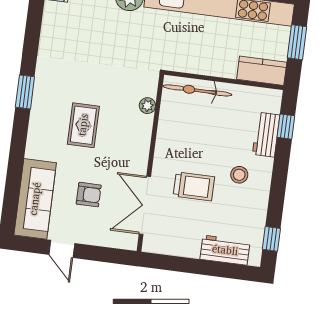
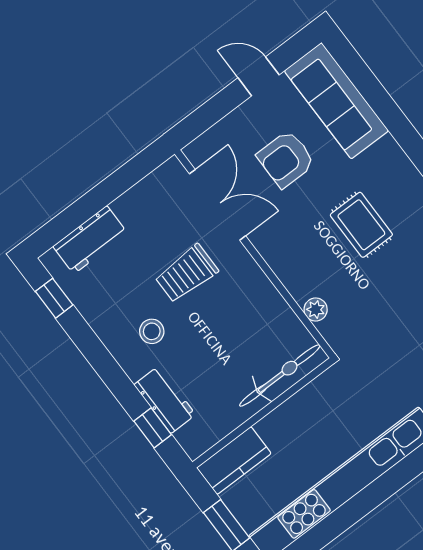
armchair: (89, 195) -> (286, 159), width x1.38, depth x1.38

